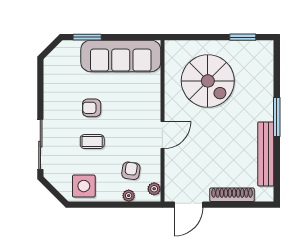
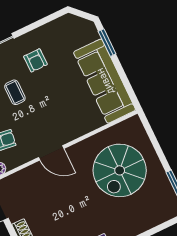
armchair: (92, 108) -> (35, 60), moved, turned 180

